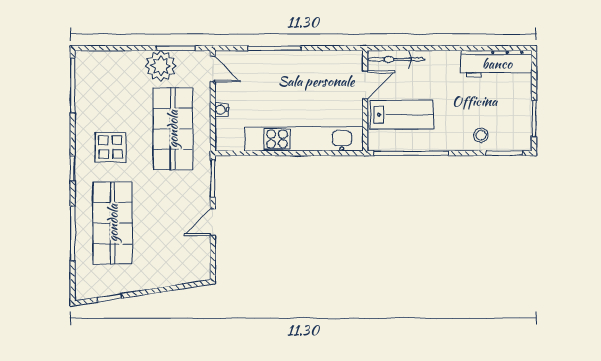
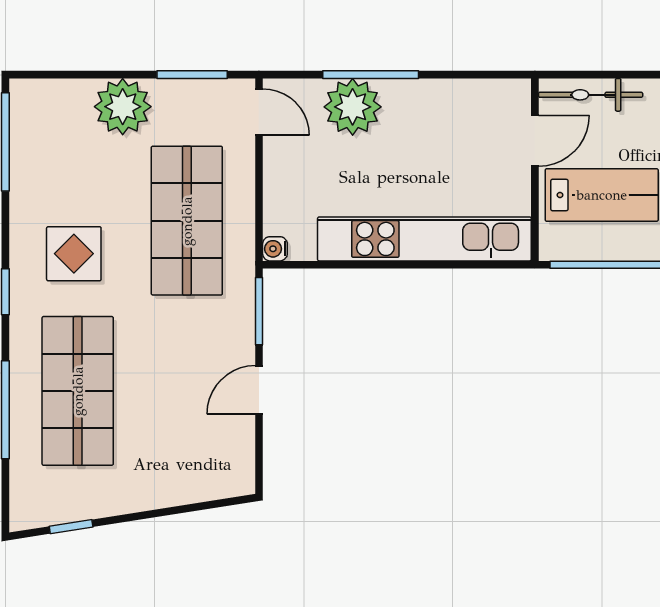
plant: (161, 66) -> (123, 107), moved
plant: (264, 66) -> (353, 107), added
water cooler: (222, 110) -> (275, 249), moved

